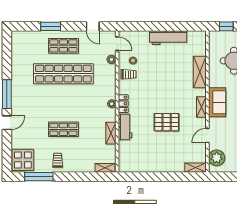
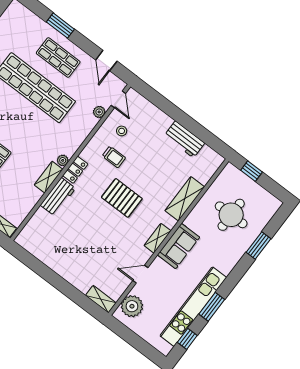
workbench: (168, 38) -> (184, 139), width x0.73
trolley: (129, 74) -> (114, 157), moved
pallet: (167, 122) -> (122, 198), moved
shelving: (111, 133) -> (49, 177), moved

